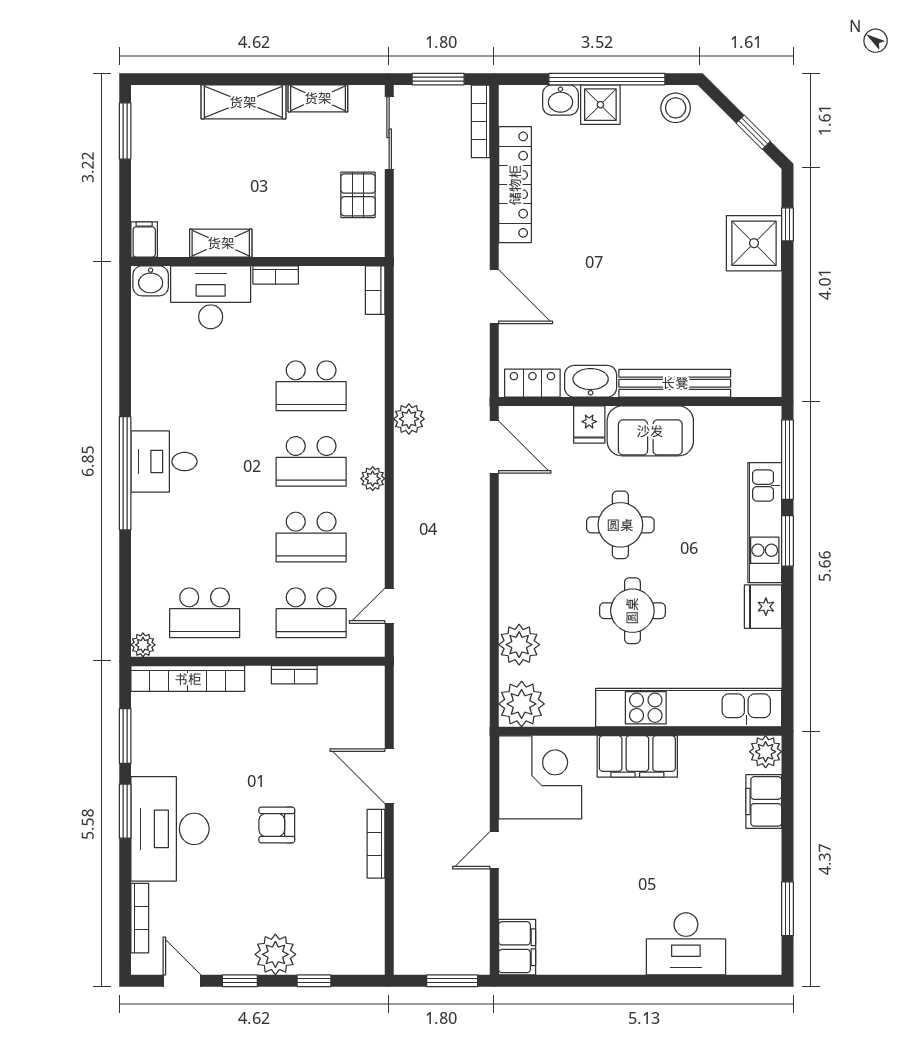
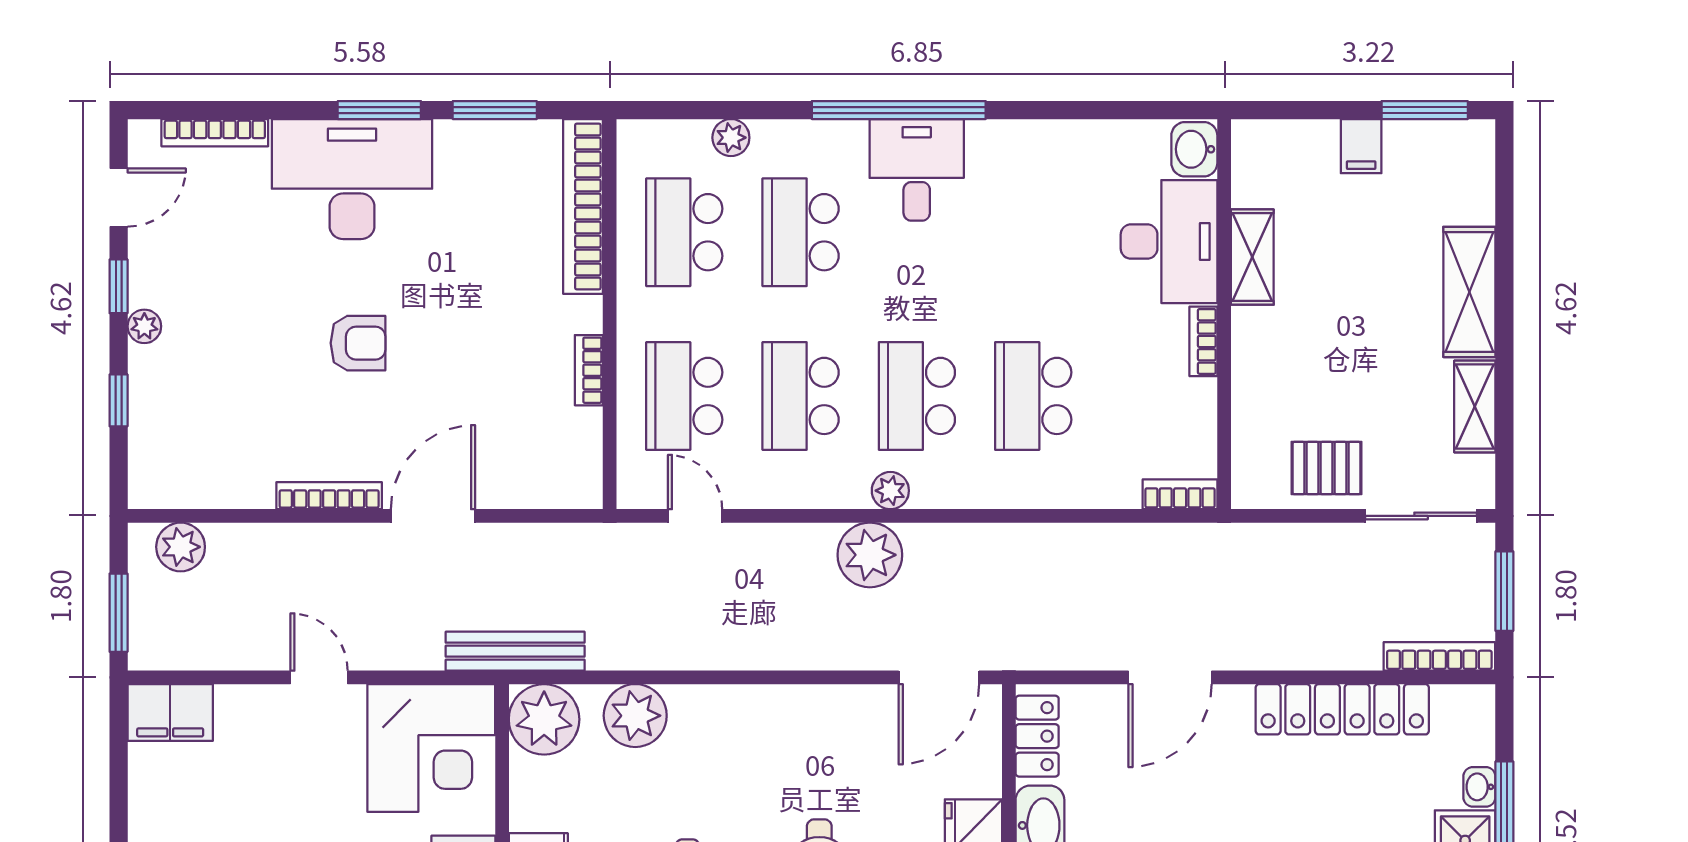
washbasin: (560, 100) -> (1479, 787), width x0.72, depth x0.69
filing cabinet: (144, 239) -> (1361, 146), moved, turned 90
plant: (409, 419) -> (870, 555), moved, width x1.36, depth x1.36
school desk: (205, 537) -> (801, 232), added
plant: (143, 645) -> (731, 138), moved
bench: (477, 723) -> (515, 651), added
armchair: (277, 825) -> (358, 343), turned 90
plant: (409, 940) -> (181, 547), added
plant: (275, 954) -> (144, 326), width x0.53, depth x0.53

